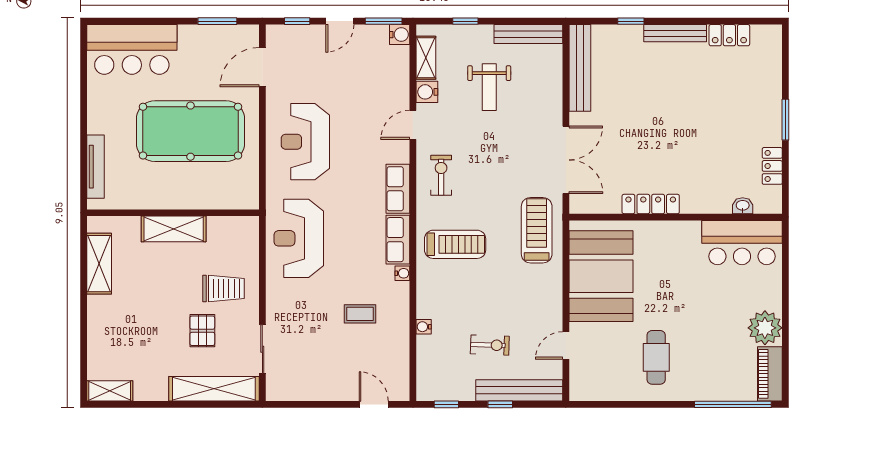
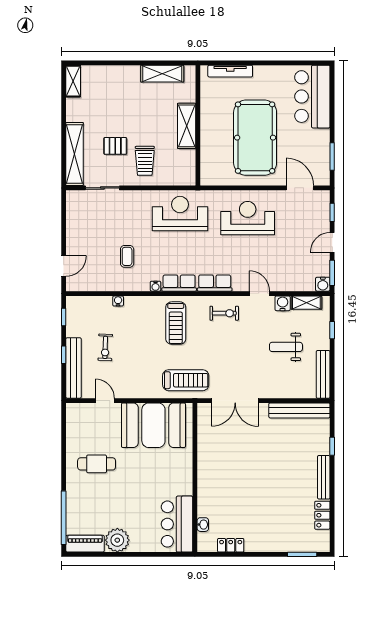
door: (340, 21) -> (332, 242), hinge flipped
window: (785, 120) -> (302, 554), moved
locker: (651, 204) -> (204, 460), removed

